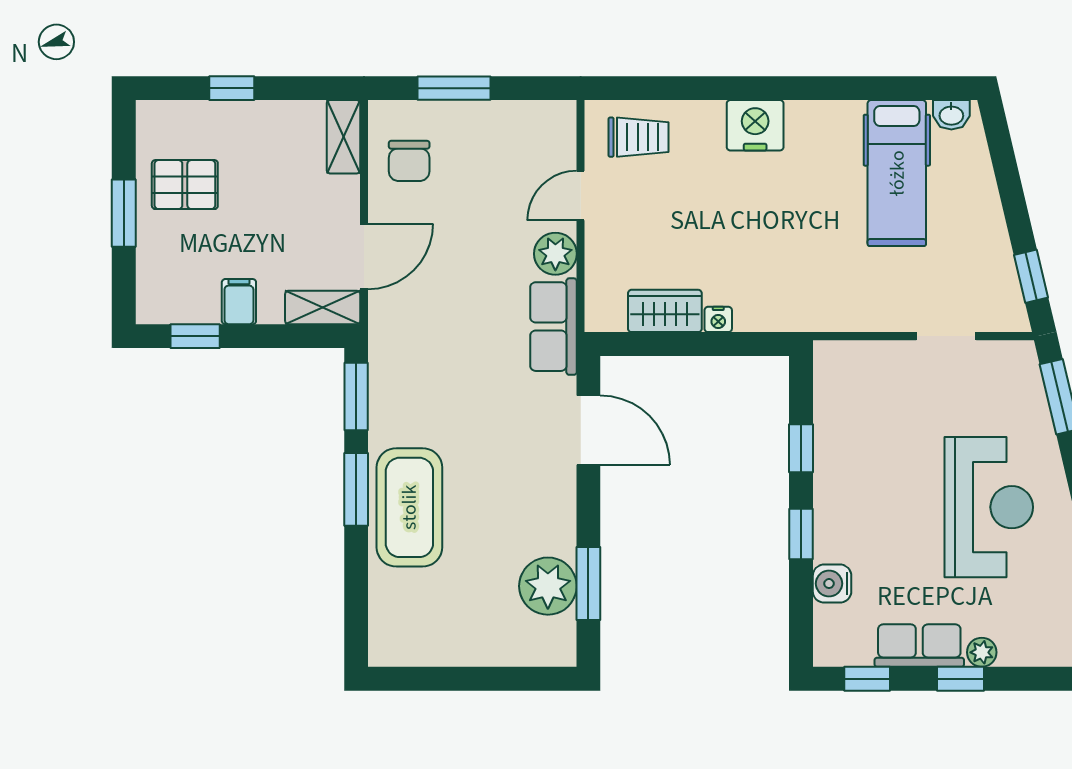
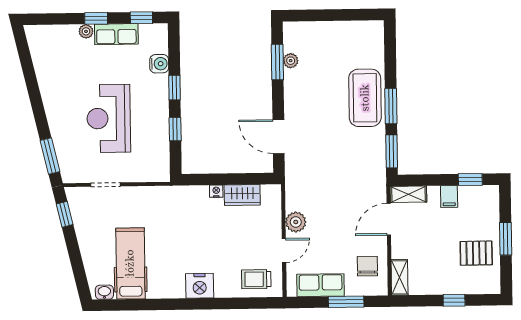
row of seats: (553, 327) -> (321, 285), moved, turned -90
reception desk: (989, 507) -> (109, 118), moved
plant: (548, 586) -> (291, 61), width x0.53, depth x0.53

